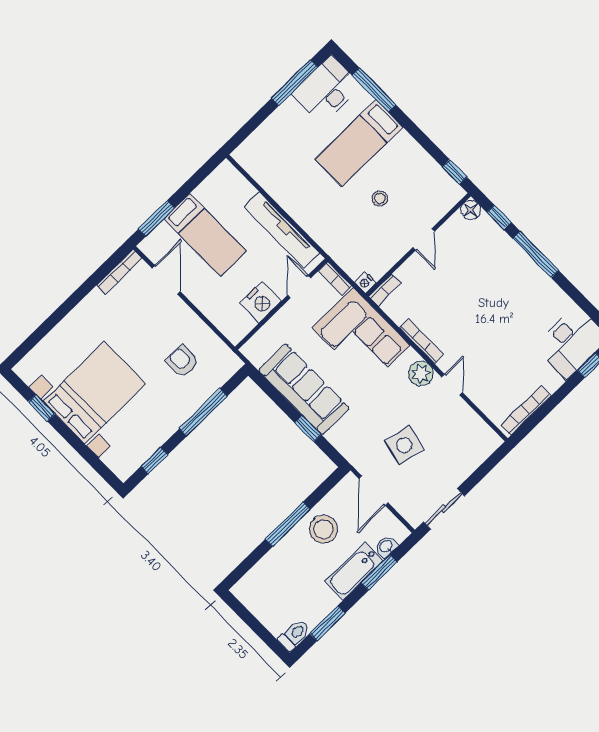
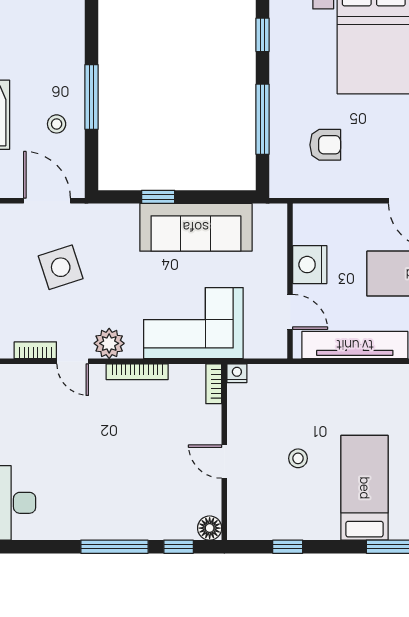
window: (454, 172) -> (288, 547), moved
bookcase: (335, 278) -> (35, 350), moved
side table: (404, 445) -> (61, 267), turned -31
stool: (323, 529) -> (57, 124), width x0.53, depth x0.53

